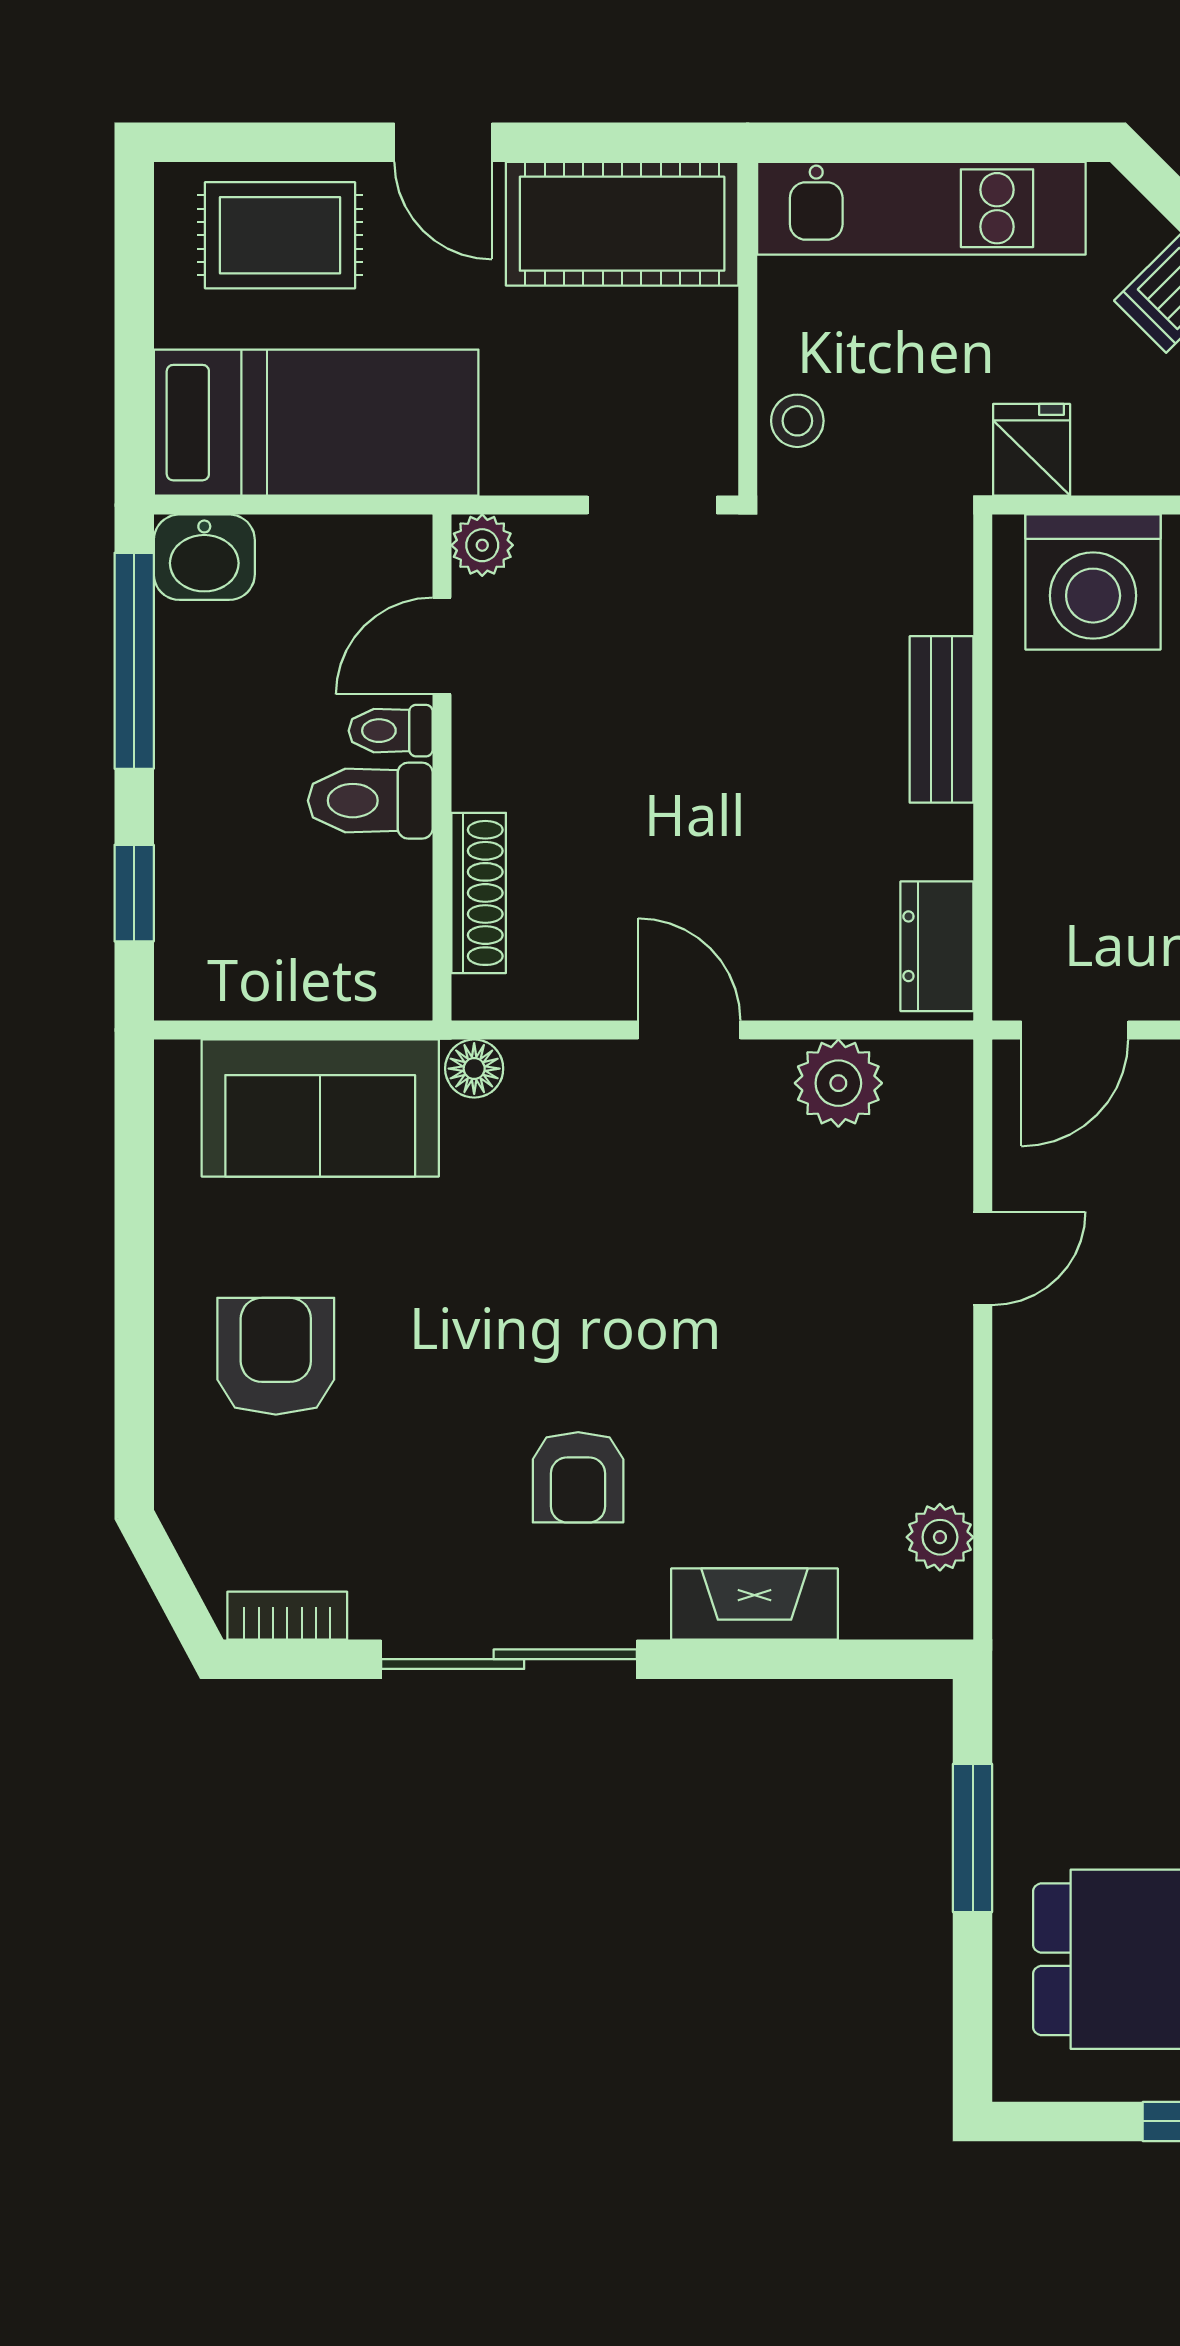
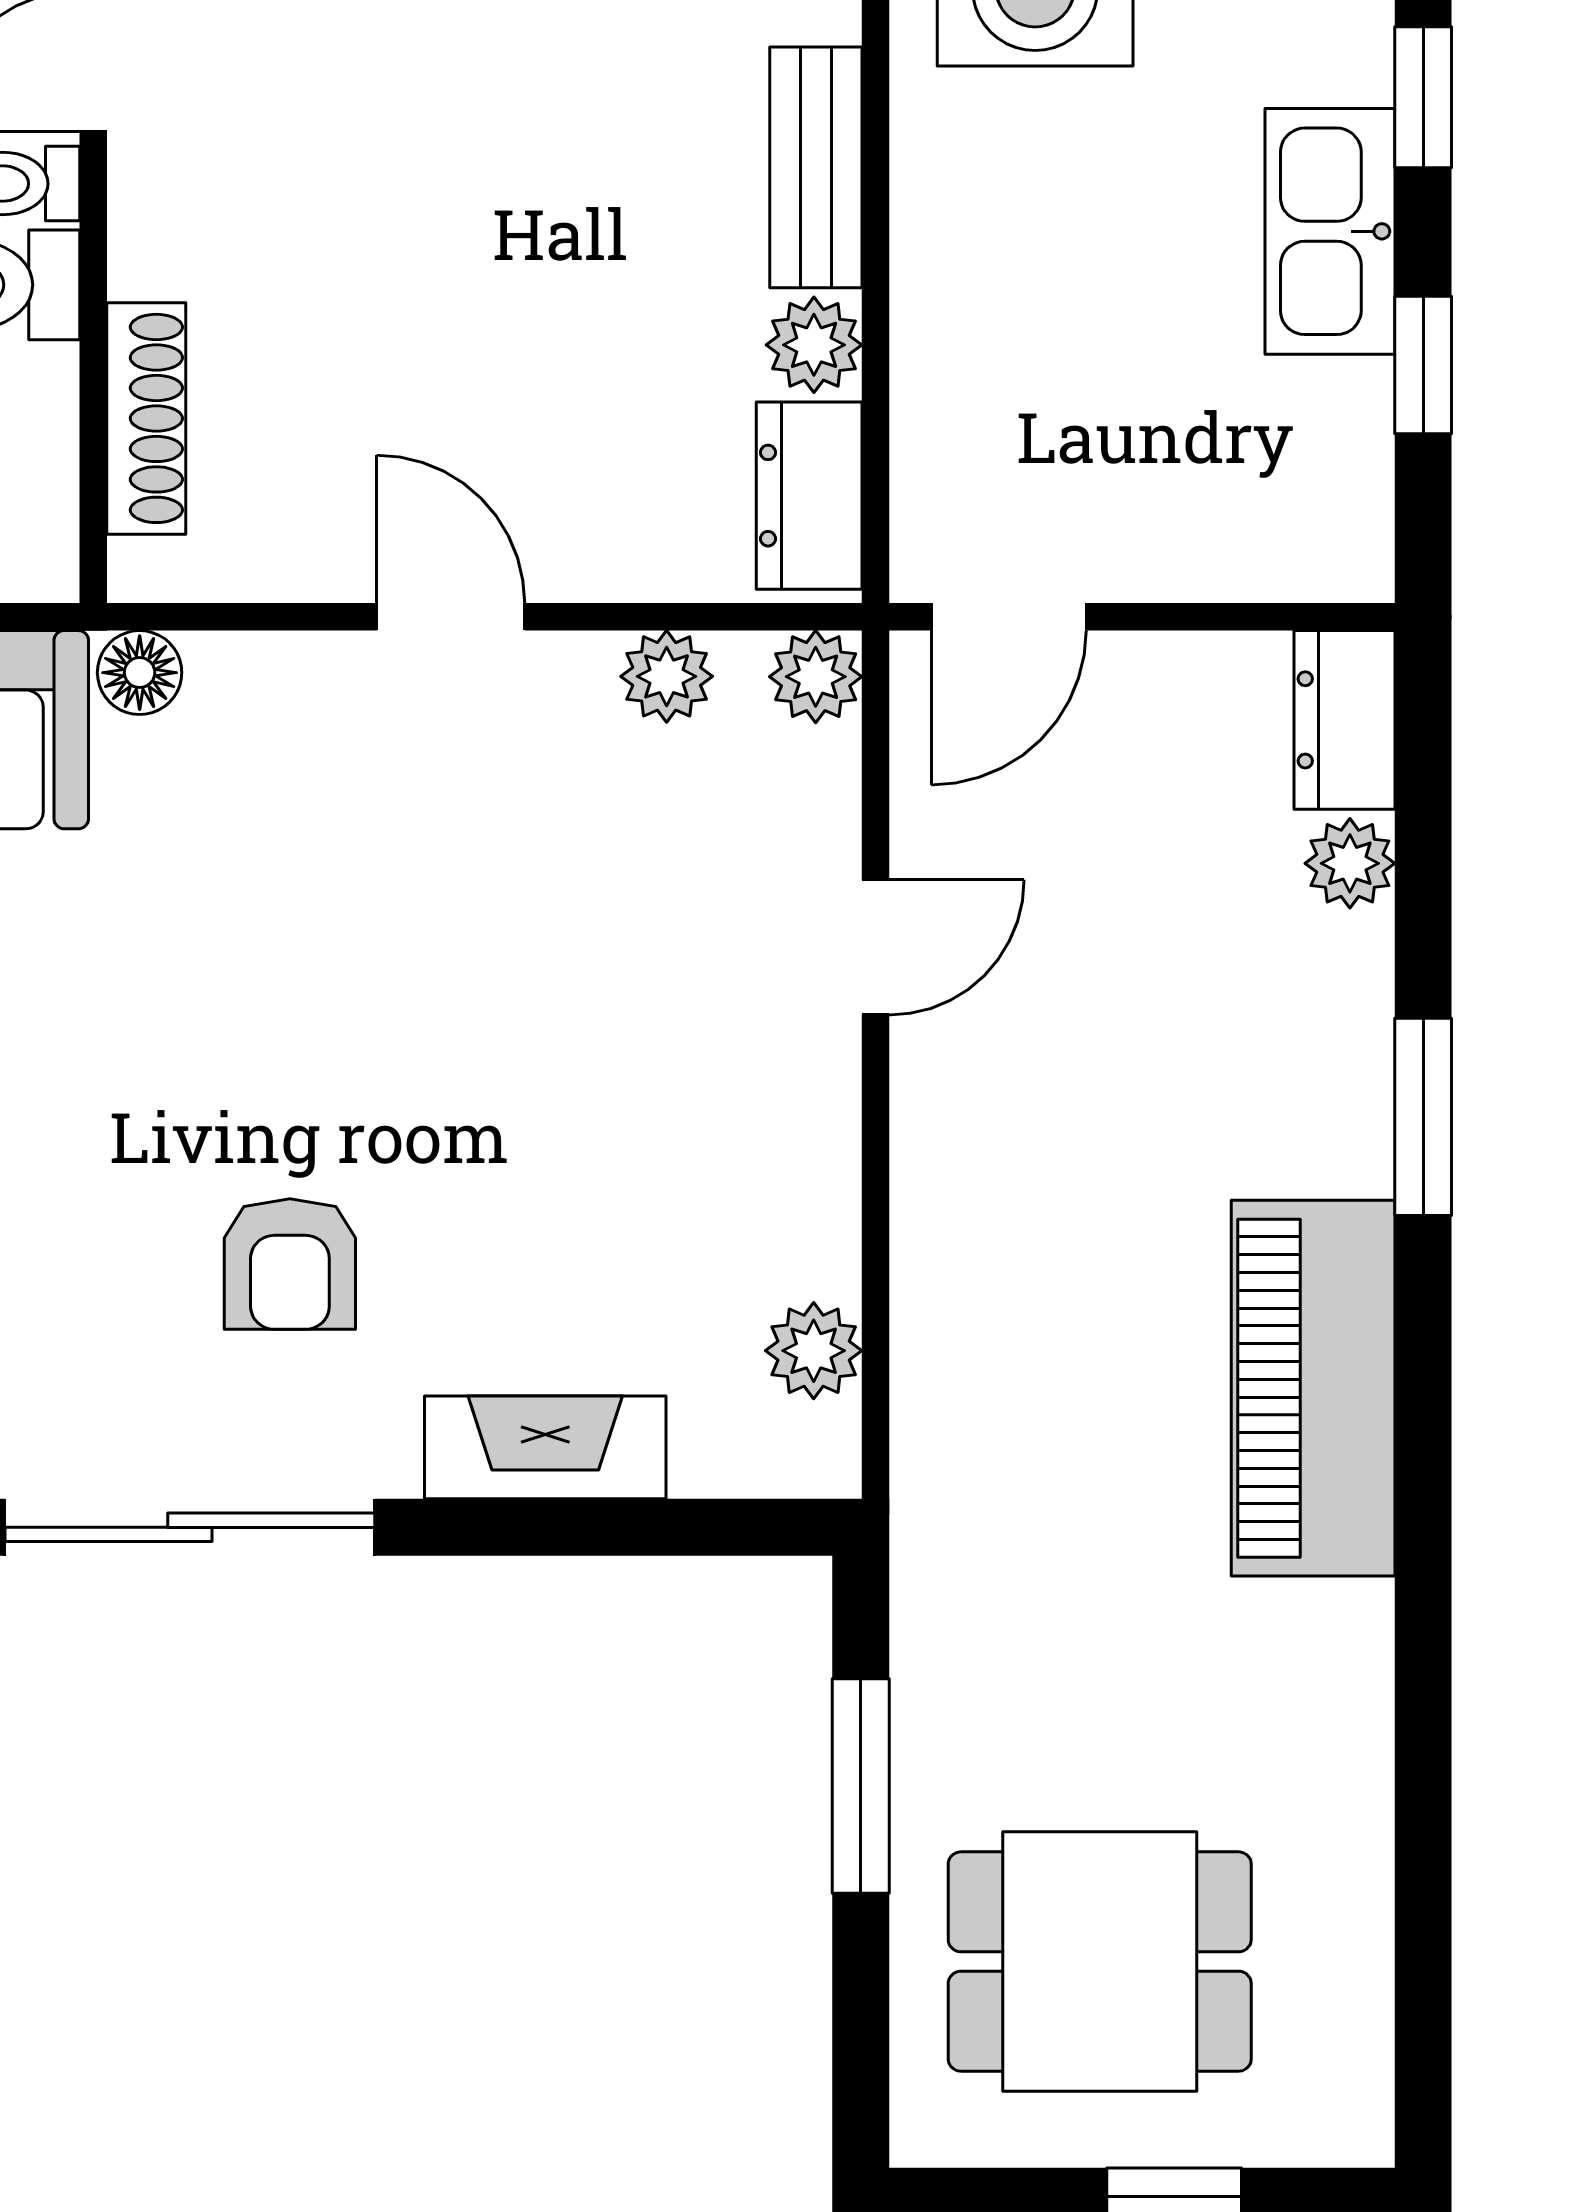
plant: (940, 842) -> (814, 345), added
plant: (941, 1071) -> (816, 677), added
plant: (838, 1083) -> (667, 676), width x0.73, depth x0.73

